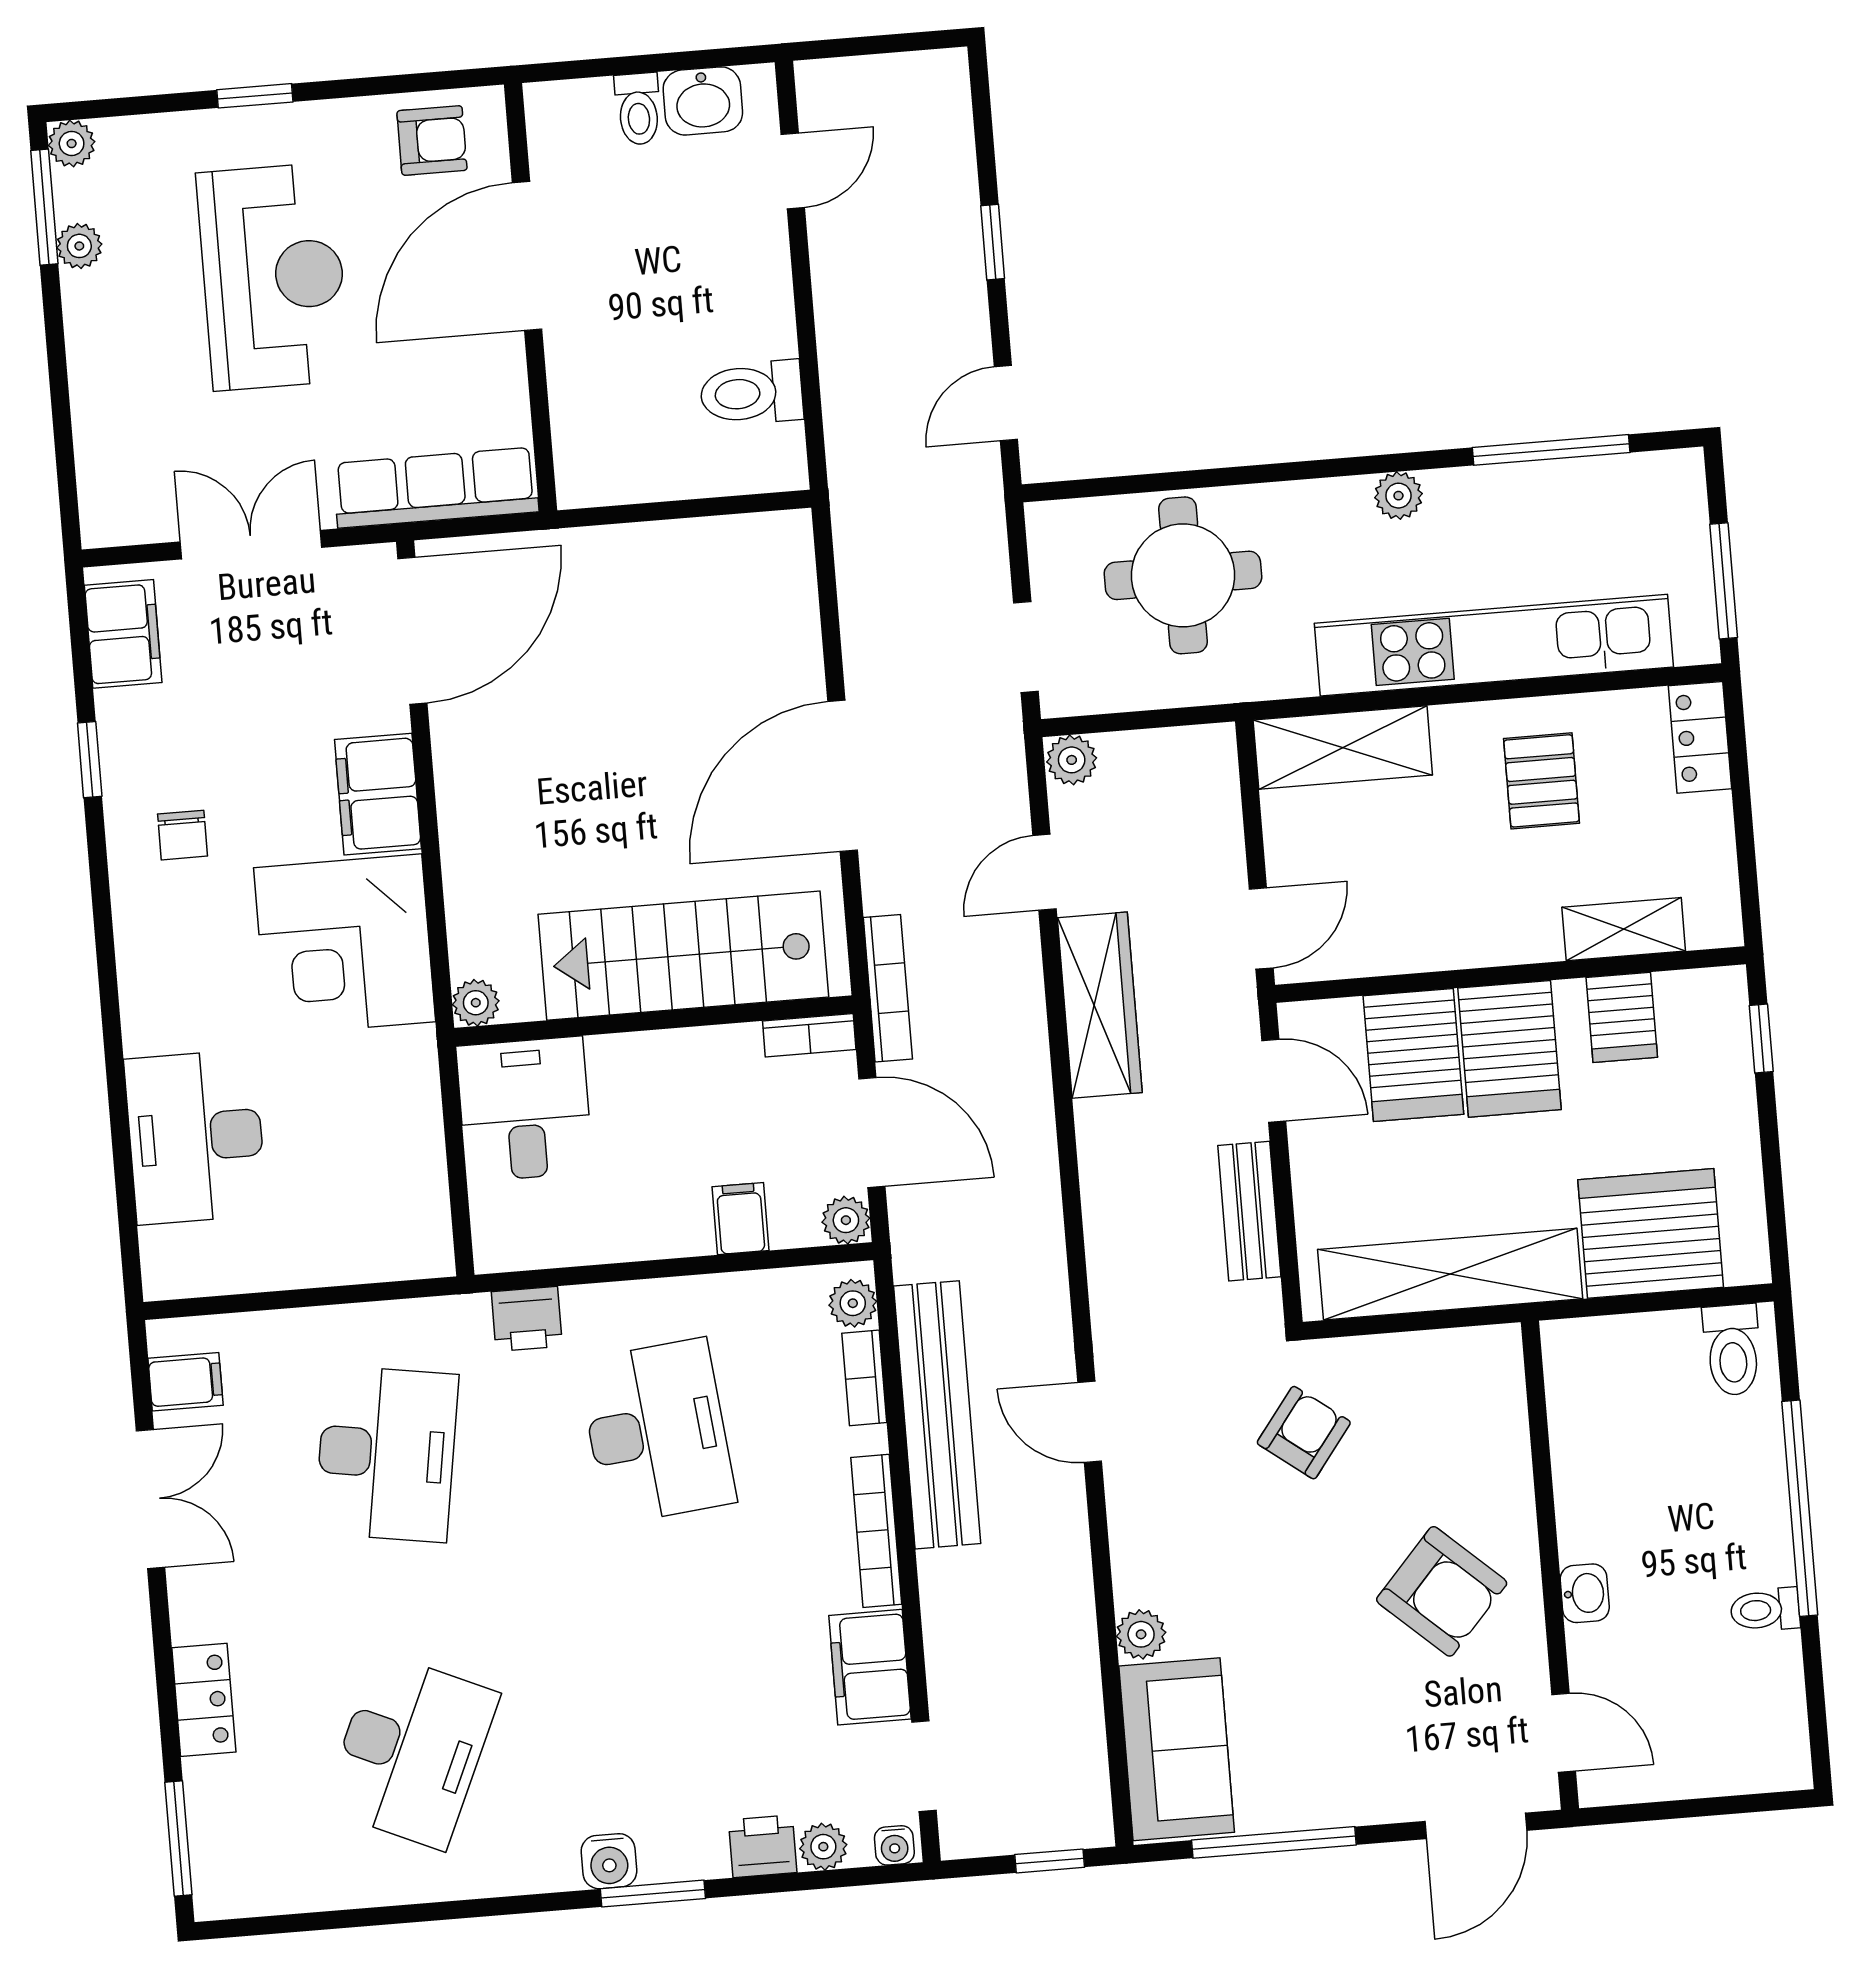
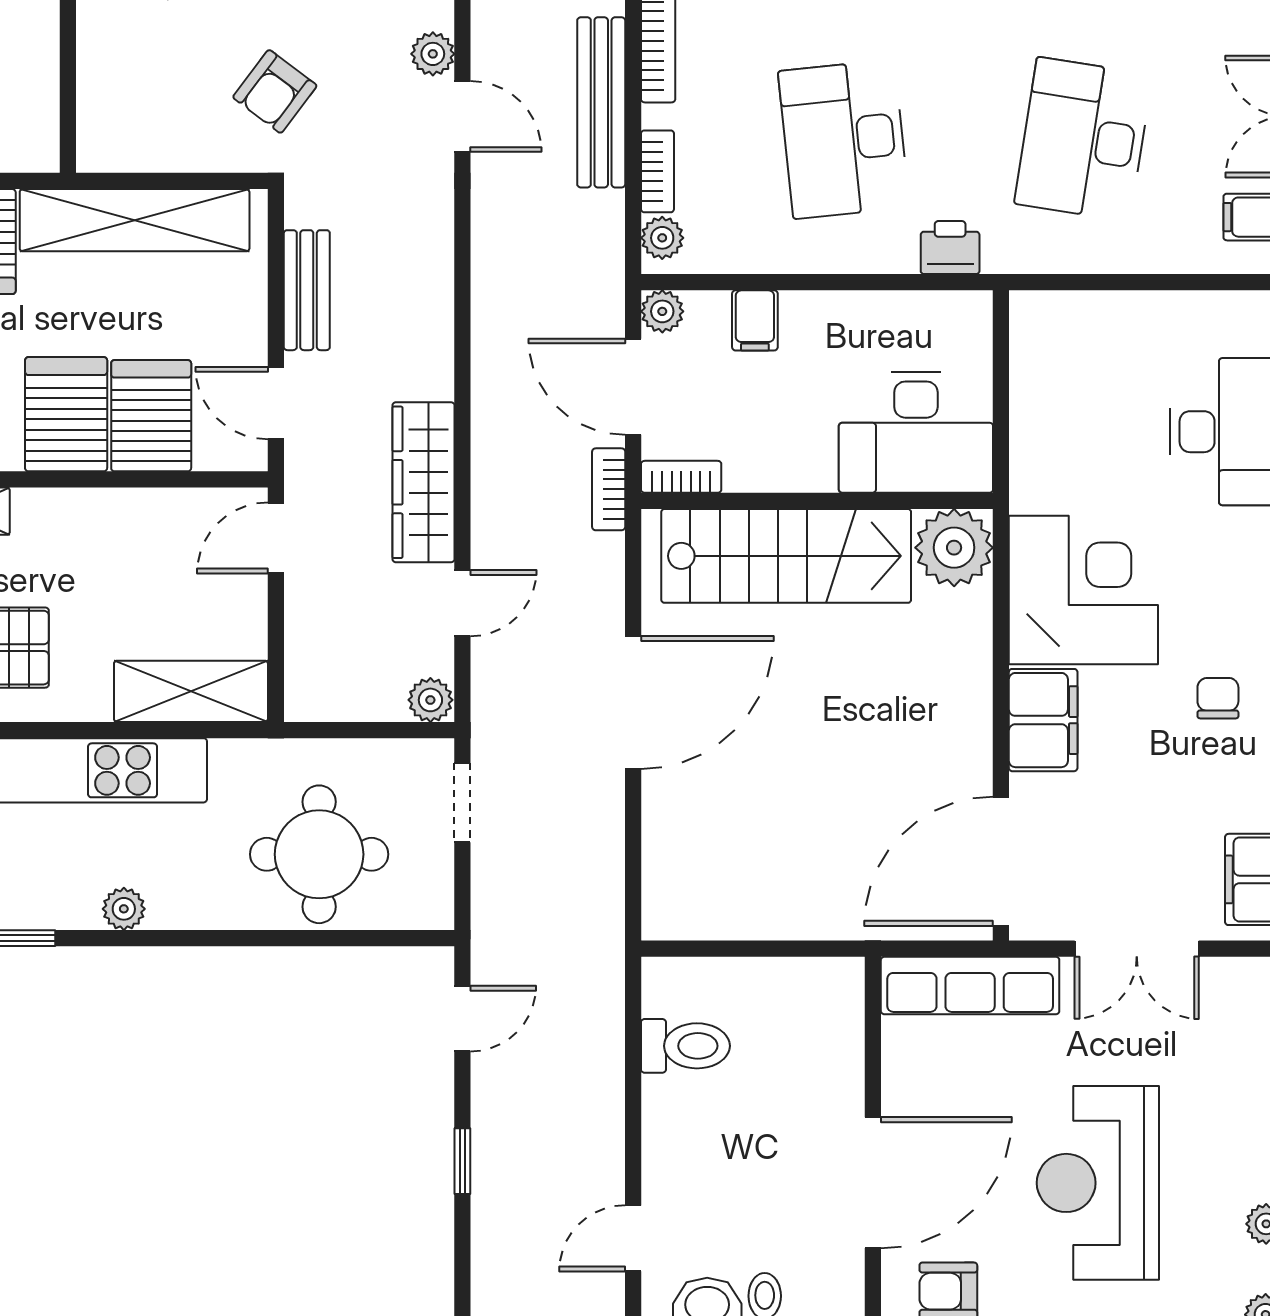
bookcase: (888, 988) -> (609, 489), width x0.64
plant: (476, 1003) -> (954, 548), width x1.88, depth x1.88
desk: (525, 1109) -> (916, 432), width x1.37
bench: (937, 1415) -> (601, 102), width x0.73, depth x0.82
plant: (1129, 1490) -> (433, 54), added

